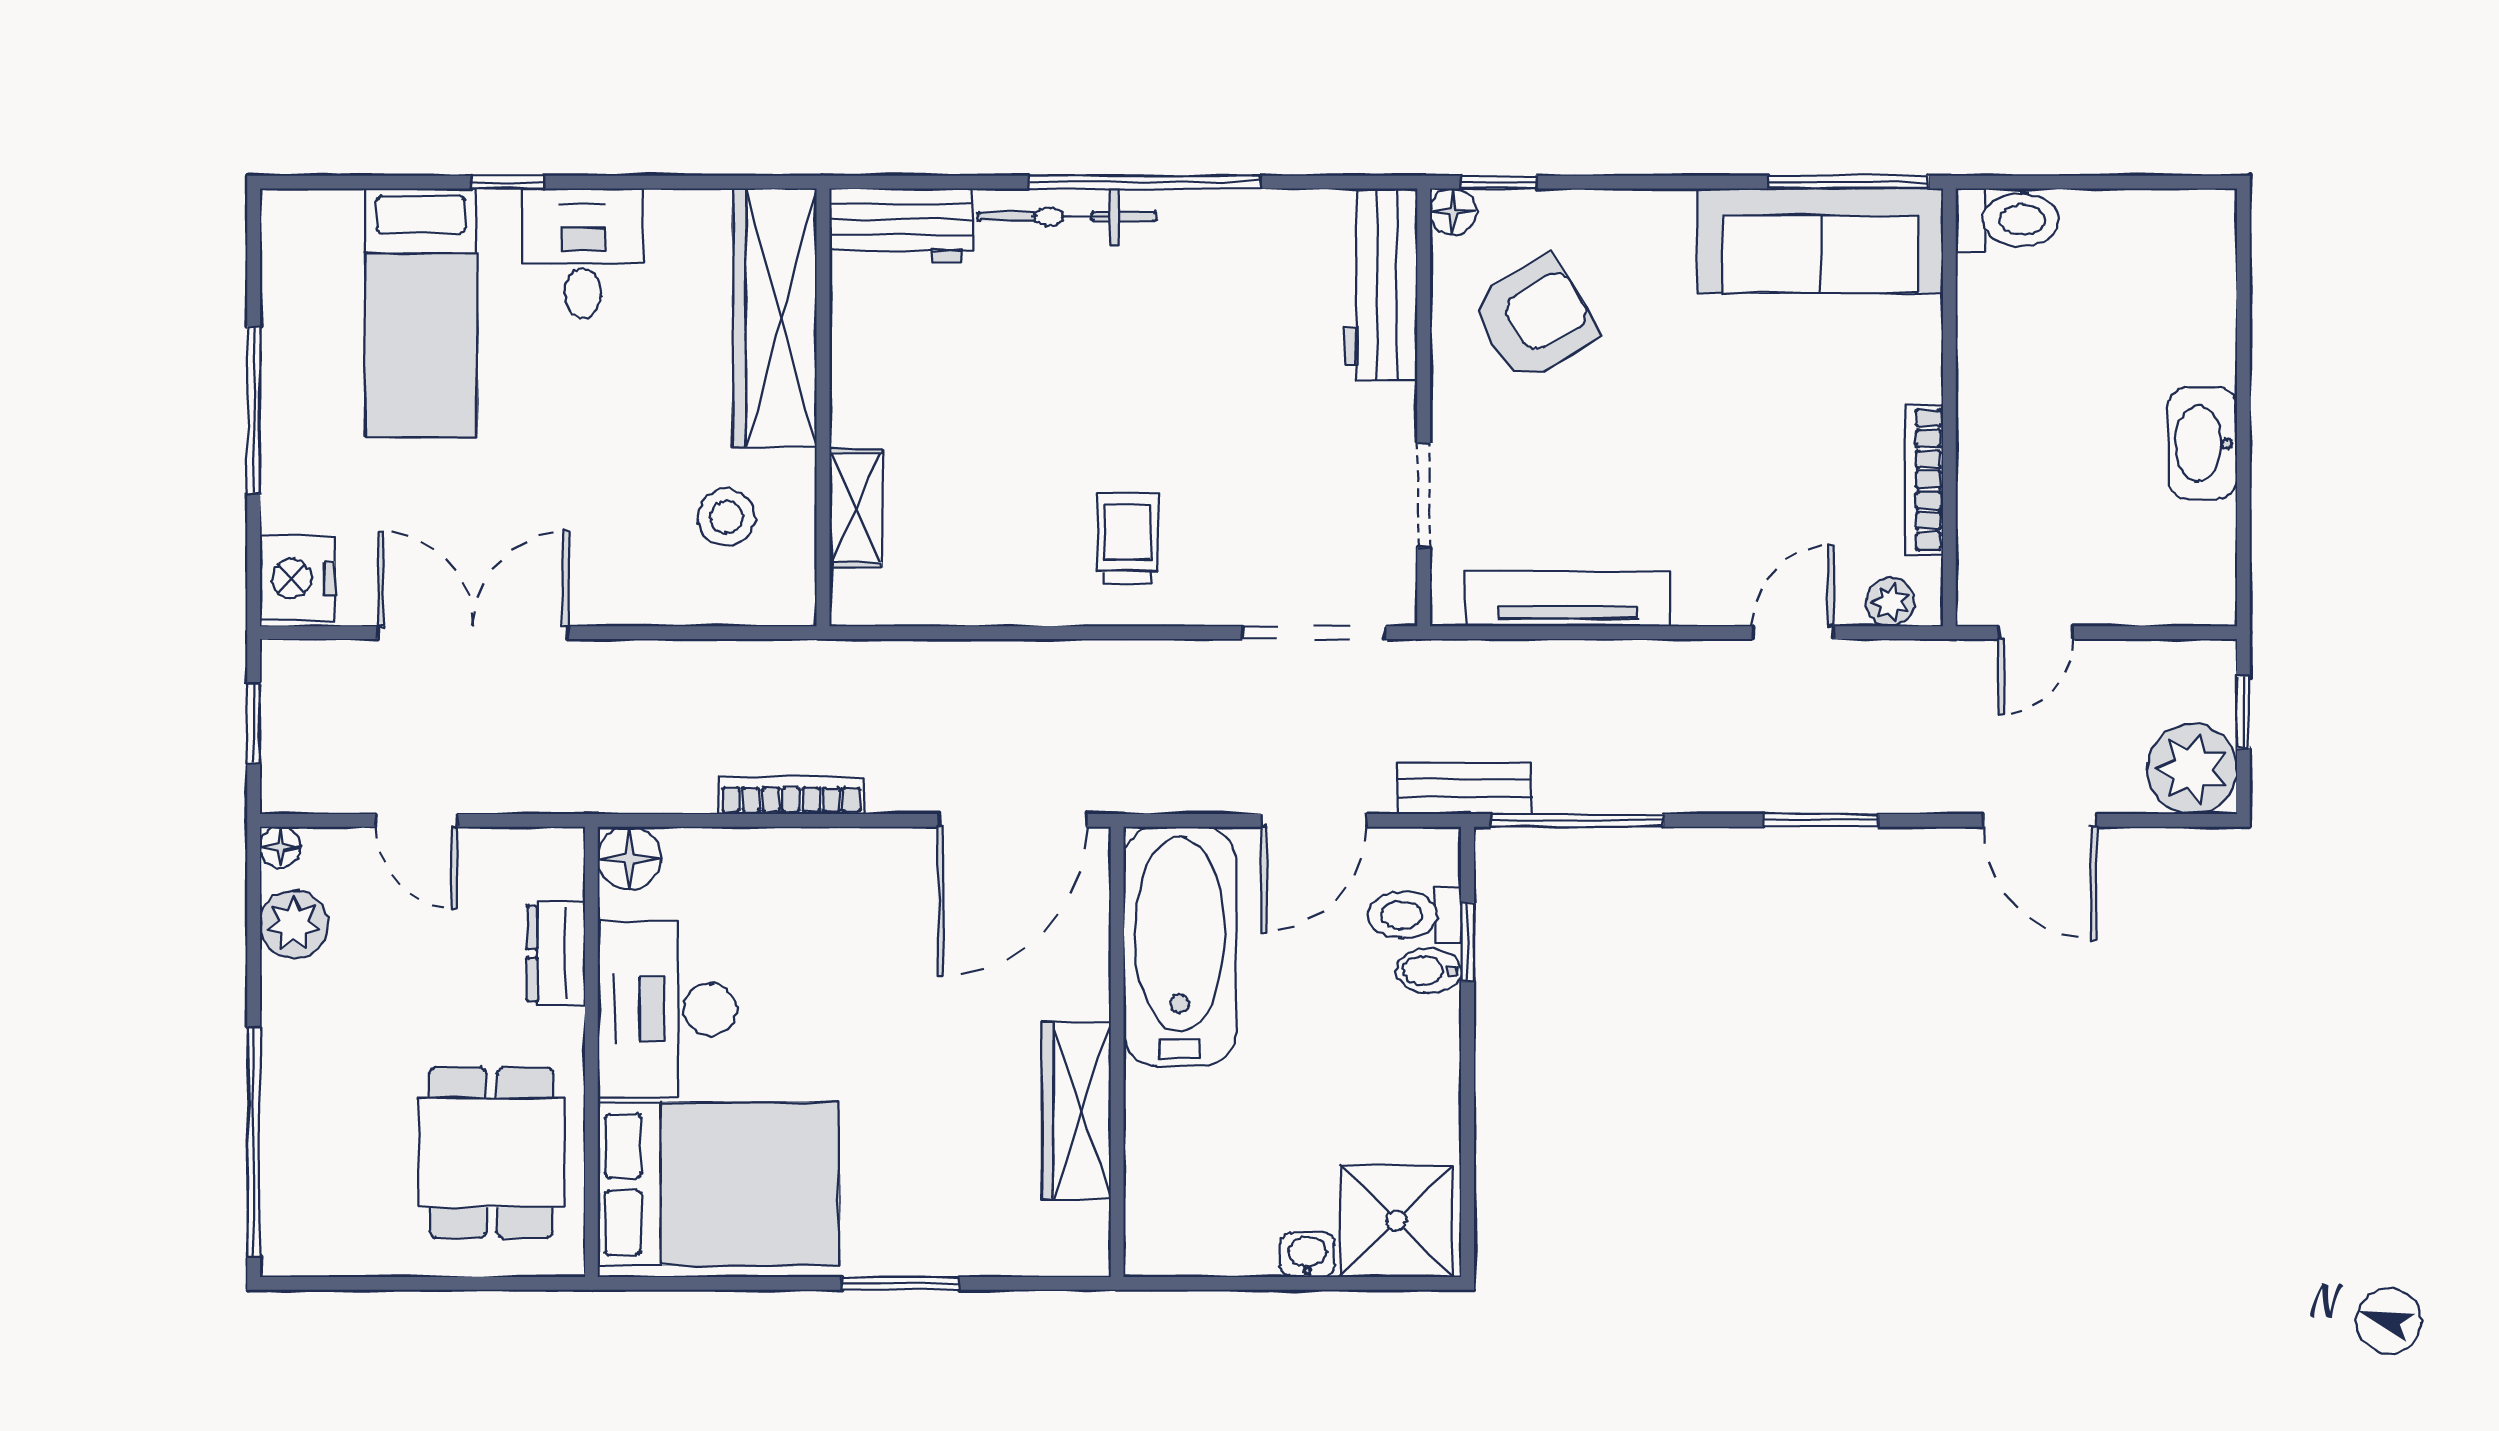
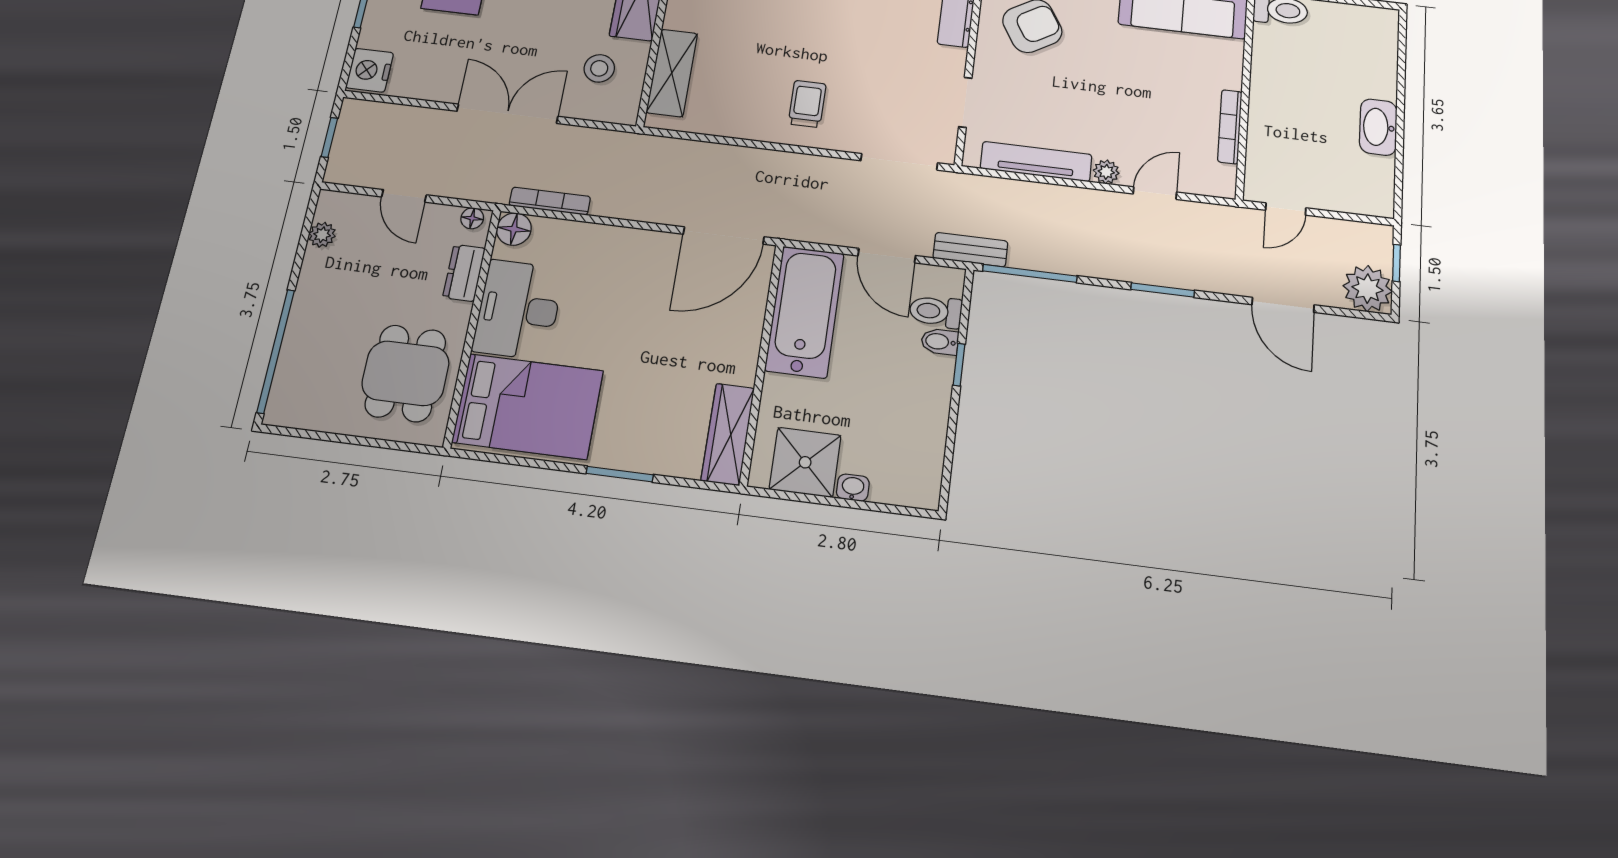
shelving: (856, 508) -> (672, 73), width x1.50, depth x1.33
plant: (1890, 602) -> (1106, 172), moved
double door: (473, 633) -> (507, 114), moved
bookcase: (791, 795) -> (550, 201), moved
door: (1314, 820) -> (887, 256), hinge flipped
floor lamp: (281, 847) -> (472, 218), moved
plant: (294, 924) -> (322, 235), width x0.73, depth x0.73
window: (1467, 942) -> (959, 365), moved
wardrobe: (1077, 1111) -> (728, 434), moved
shower: (1396, 1221) -> (805, 462), moved

